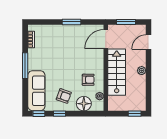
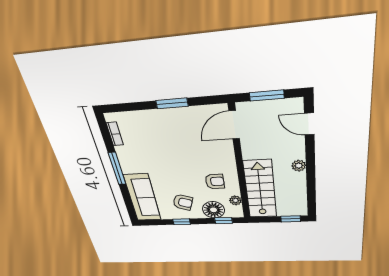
door: (148, 42) -> (309, 124), hinge flipped
stairs: (117, 72) -> (260, 189), moved
window: (39, 114) -> (224, 221), moved

